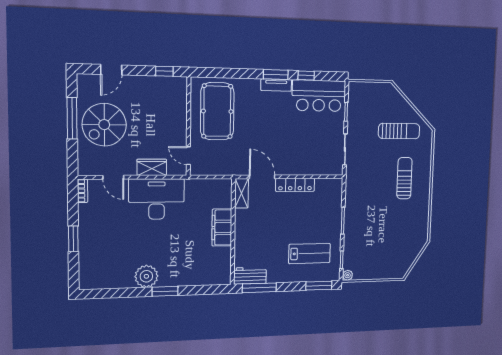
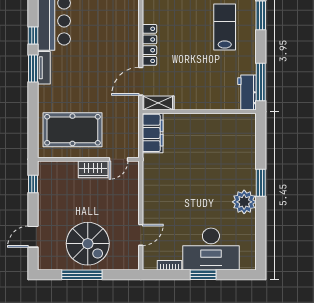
door: (111, 70) -> (33, 237), swing flipped
wardrobe: (152, 167) -> (93, 169), moved, turned -90
bookcase: (83, 191) -> (170, 265), moved
desk: (157, 199) -> (211, 249), moved, turned -90
filing cabinet: (222, 227) -> (153, 133), moved, turned -90

